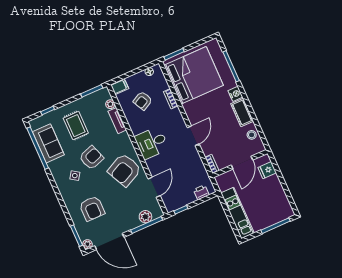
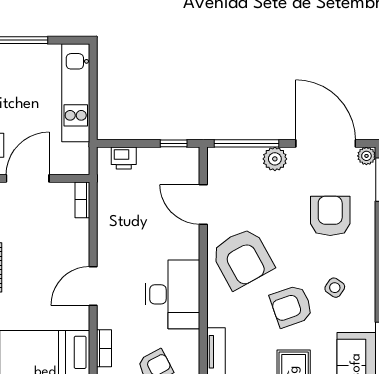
door: (193, 136) -> (93, 286), moved
desk: (152, 143) -> (173, 294), width x1.37
armchair: (124, 170) -> (242, 258), turned 87
door: (154, 187) -> (203, 204), hinge flipped
plant: (145, 217) -> (275, 159), moved

